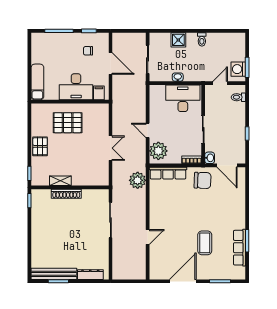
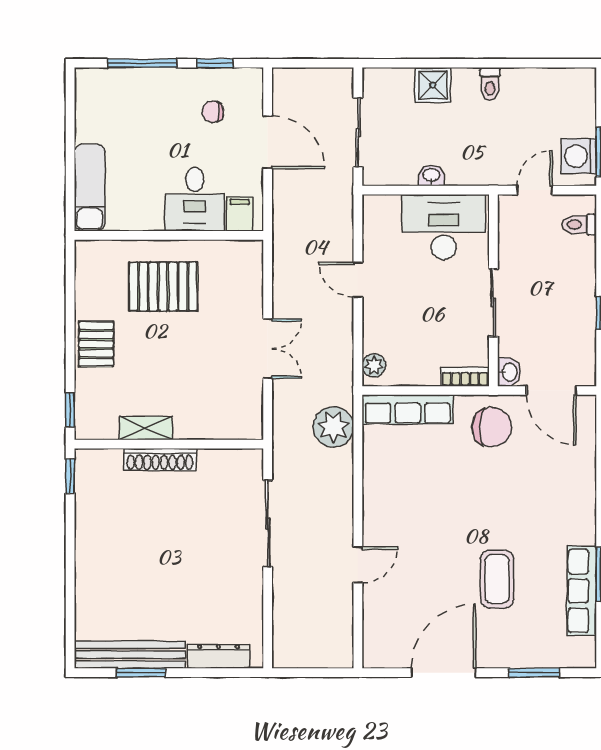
desk: (76, 87) -> (195, 199), width x0.73
door: (148, 130) -> (358, 280), moved
plant: (158, 151) -> (374, 365), width x0.53, depth x0.53

